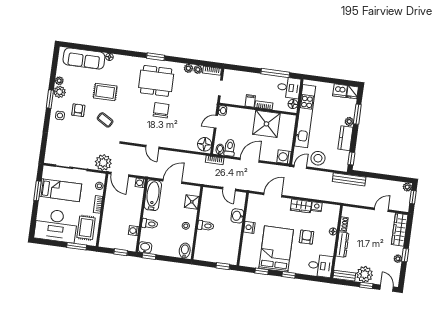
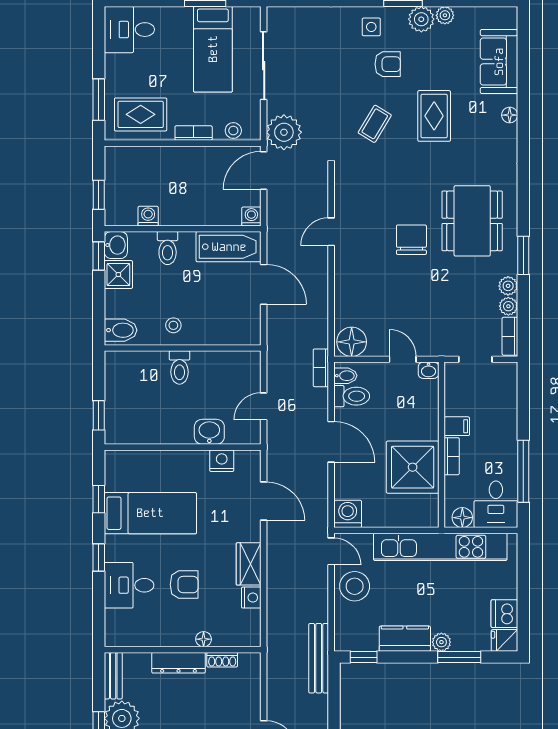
window: (156, 57) -> (523, 255), moved
sofa: (84, 59) -> (499, 62), width x0.73
chair: (161, 110) -> (411, 240), turned -90
shower: (192, 202) -> (118, 275), moved
desk: (56, 225) -> (129, 30), width x0.53, depth x0.77
nightstand: (249, 227) -> (222, 461), moved
bed: (276, 249) -> (150, 513), width x0.67
desk: (320, 266) -> (129, 585), moved, turned 90

